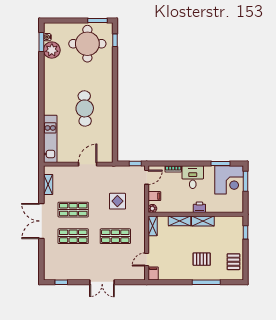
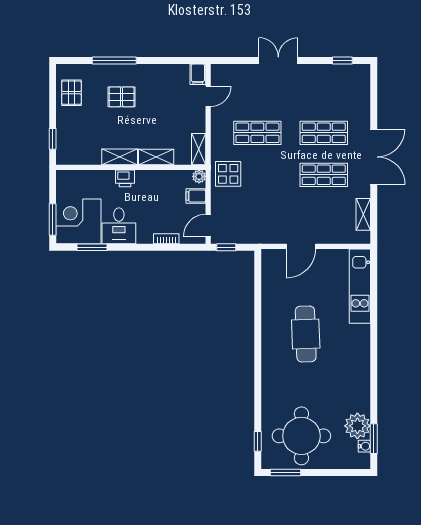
desk: (193, 177) -> (119, 226), moved
display table: (117, 201) -> (228, 174), moved

